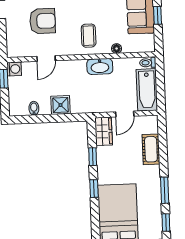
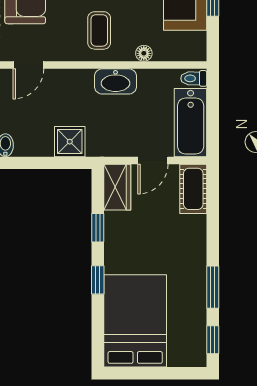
shower: (60, 105) -> (70, 142), moved
cot: (151, 149) -> (193, 189), moved

